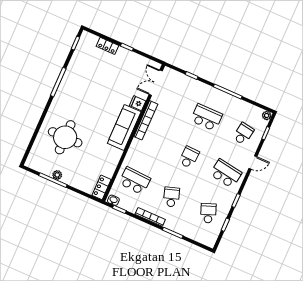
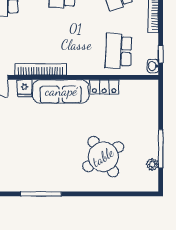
round table: (65, 137) -> (103, 157), turned -33
plant: (57, 175) -> (152, 164), moved
locker: (101, 187) -> (104, 87), moved

